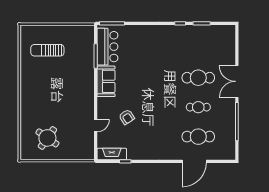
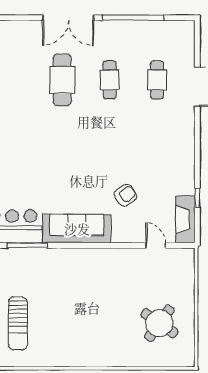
sofa: (106, 81) -> (77, 229), width x1.36
door: (96, 125) -> (156, 245), moved
cafe table: (198, 137) -> (157, 80), width x0.73, depth x0.74

